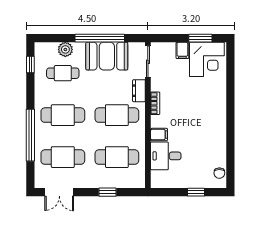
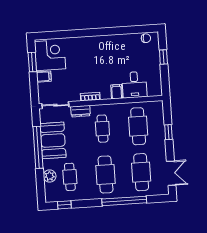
cafe table: (117, 115) -> (102, 129), width x0.73, depth x0.74

